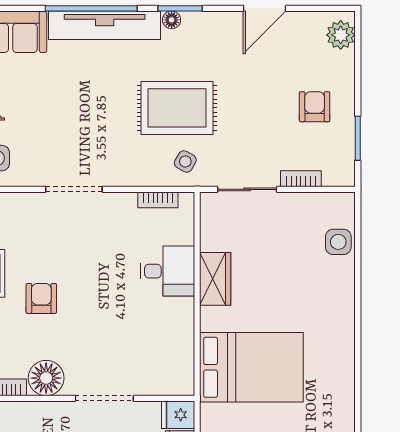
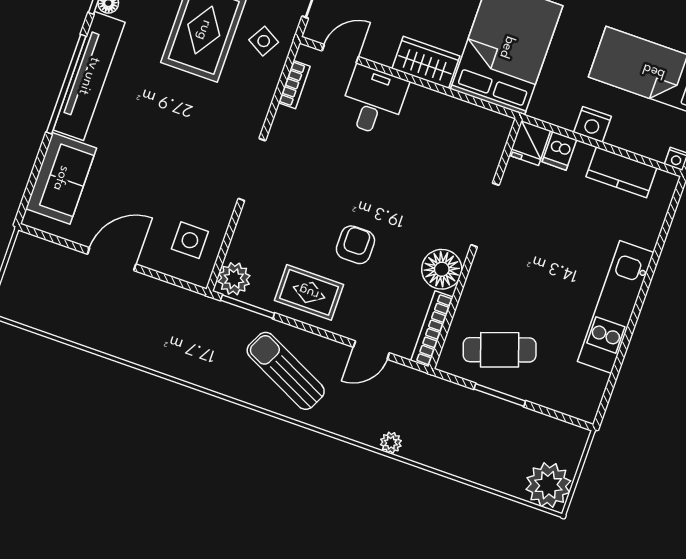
door: (197, 229) -> (340, 54), added
wardrobe: (215, 279) -> (426, 62), moved
armchair: (41, 298) -> (355, 245), turned 90

